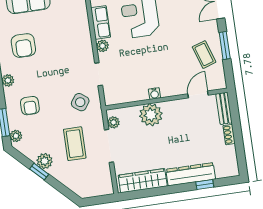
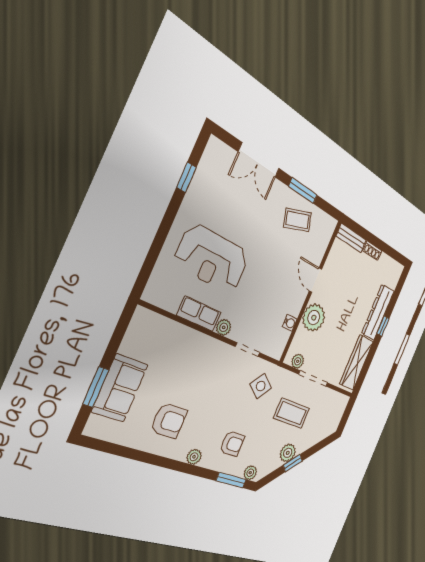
water cooler: (154, 94) -> (290, 323), moved
door: (198, 94) -> (316, 280), moved
window: (205, 185) -> (383, 326), moved

